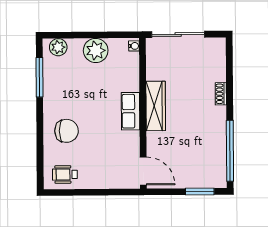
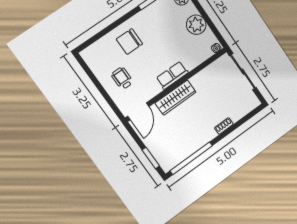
wardrobe: (156, 106) -> (176, 98), moved
chair: (67, 131) -> (129, 41), turned 90
wheelchair: (65, 174) -> (122, 78), moved

